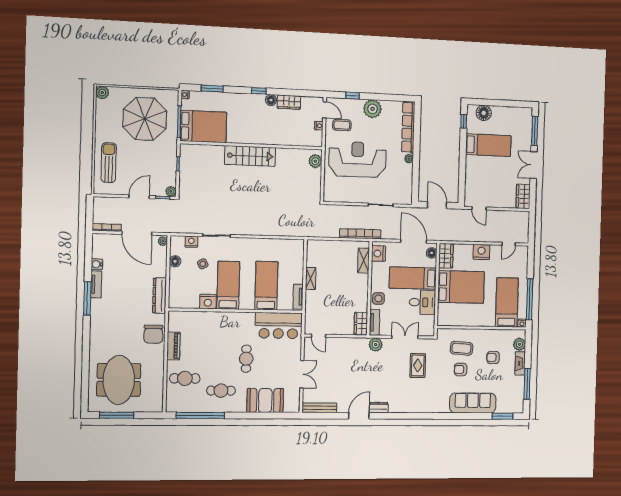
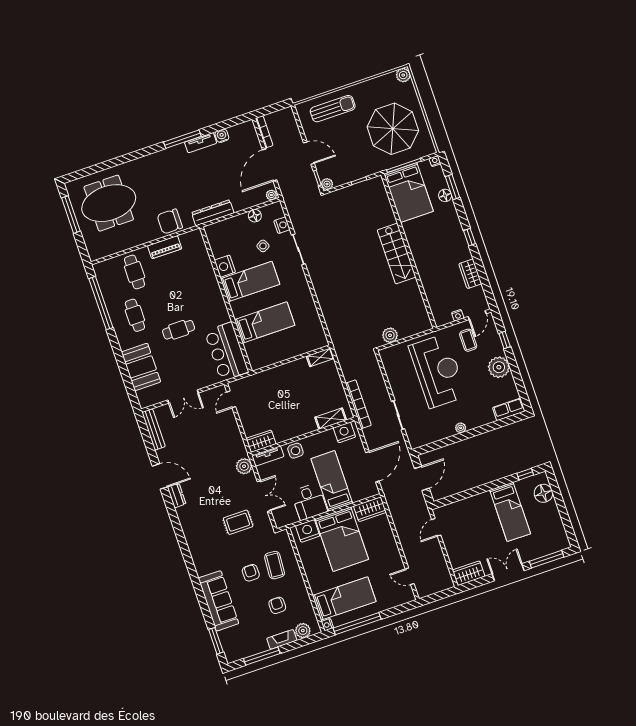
floor lamp: (271, 100) -> (445, 195), moved
row of seats: (408, 127) -> (509, 409), width x0.50
plant: (315, 161) -> (390, 335), moved
nightstand: (481, 252) -> (308, 531), moved, turned -90
floor lamp: (432, 253) -> (367, 492), removed
shelving: (311, 278) -> (320, 357), moved
tv unit: (298, 297) -> (265, 361), removed

